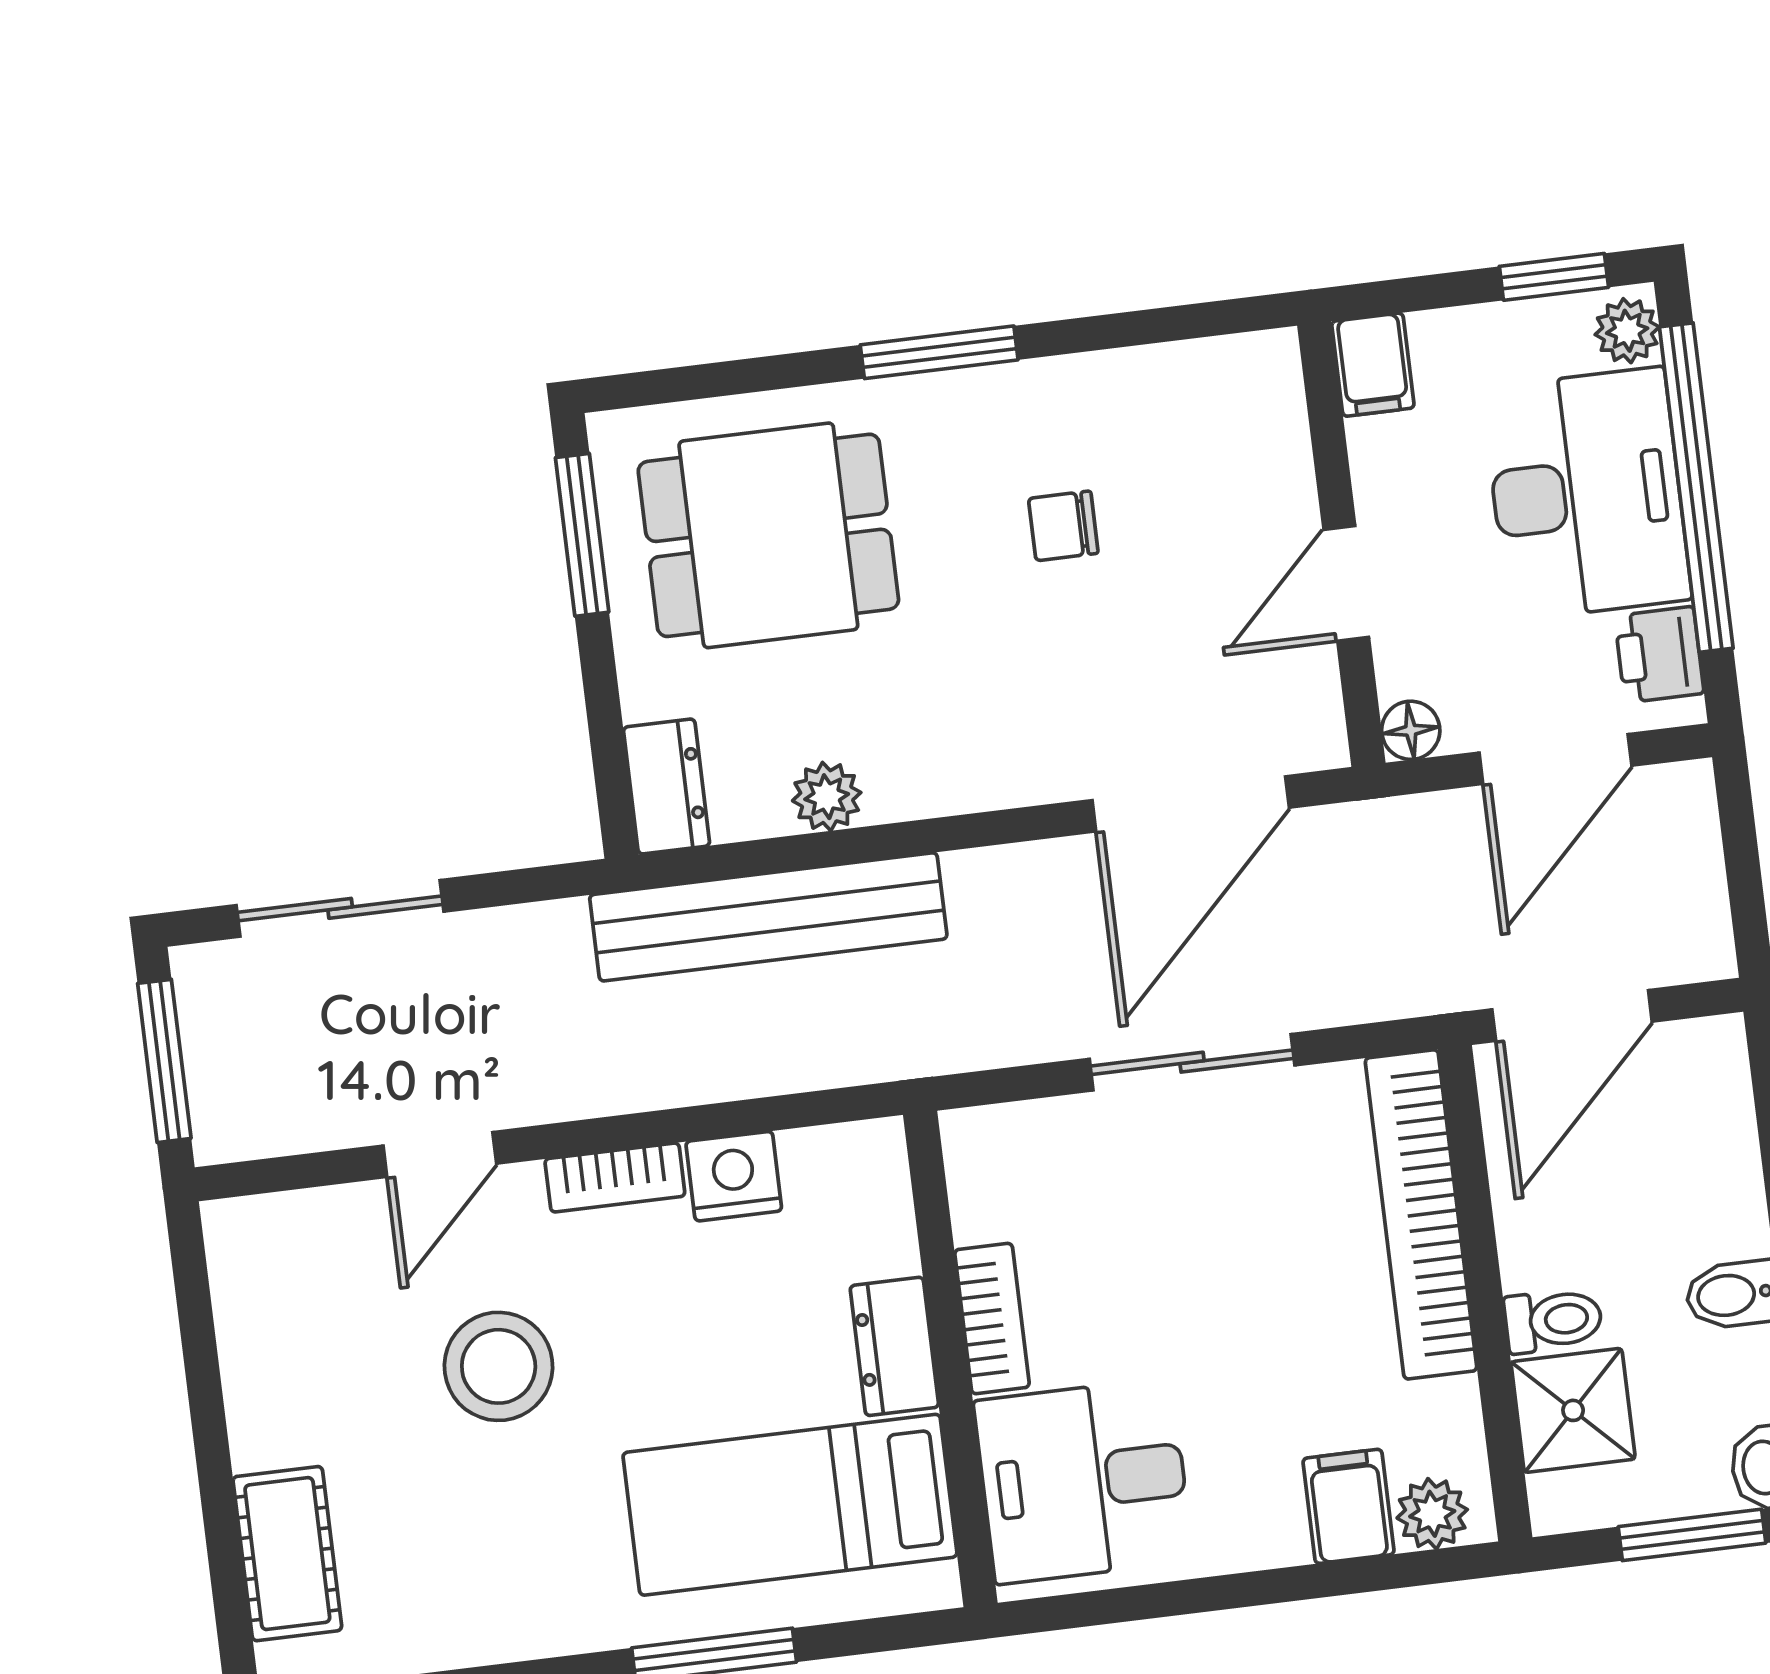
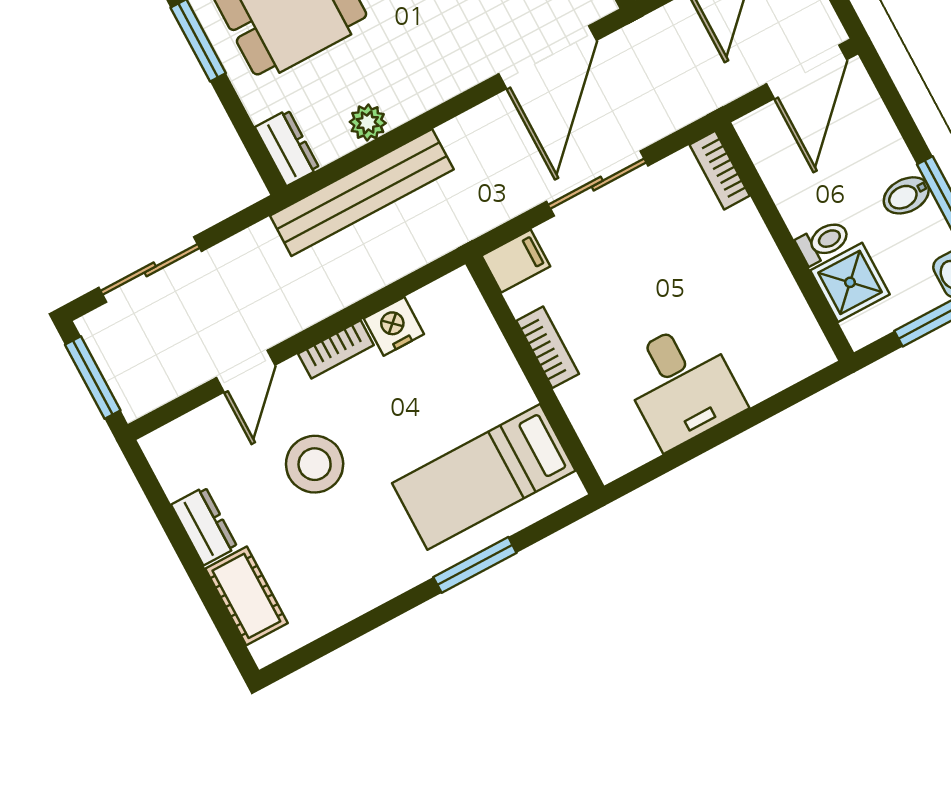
door: (1572, 1015) -> (807, 72), moved
bookcase: (1421, 1214) -> (720, 170), width x0.43, depth x0.76
dresser: (894, 1346) -> (204, 526), moved, turned 180
desk: (1083, 1481) -> (682, 385), moved, turned -90
filing cabinet: (1348, 1506) -> (516, 261), moved, turned 90
plant: (1432, 1514) -> (800, 360), removed

